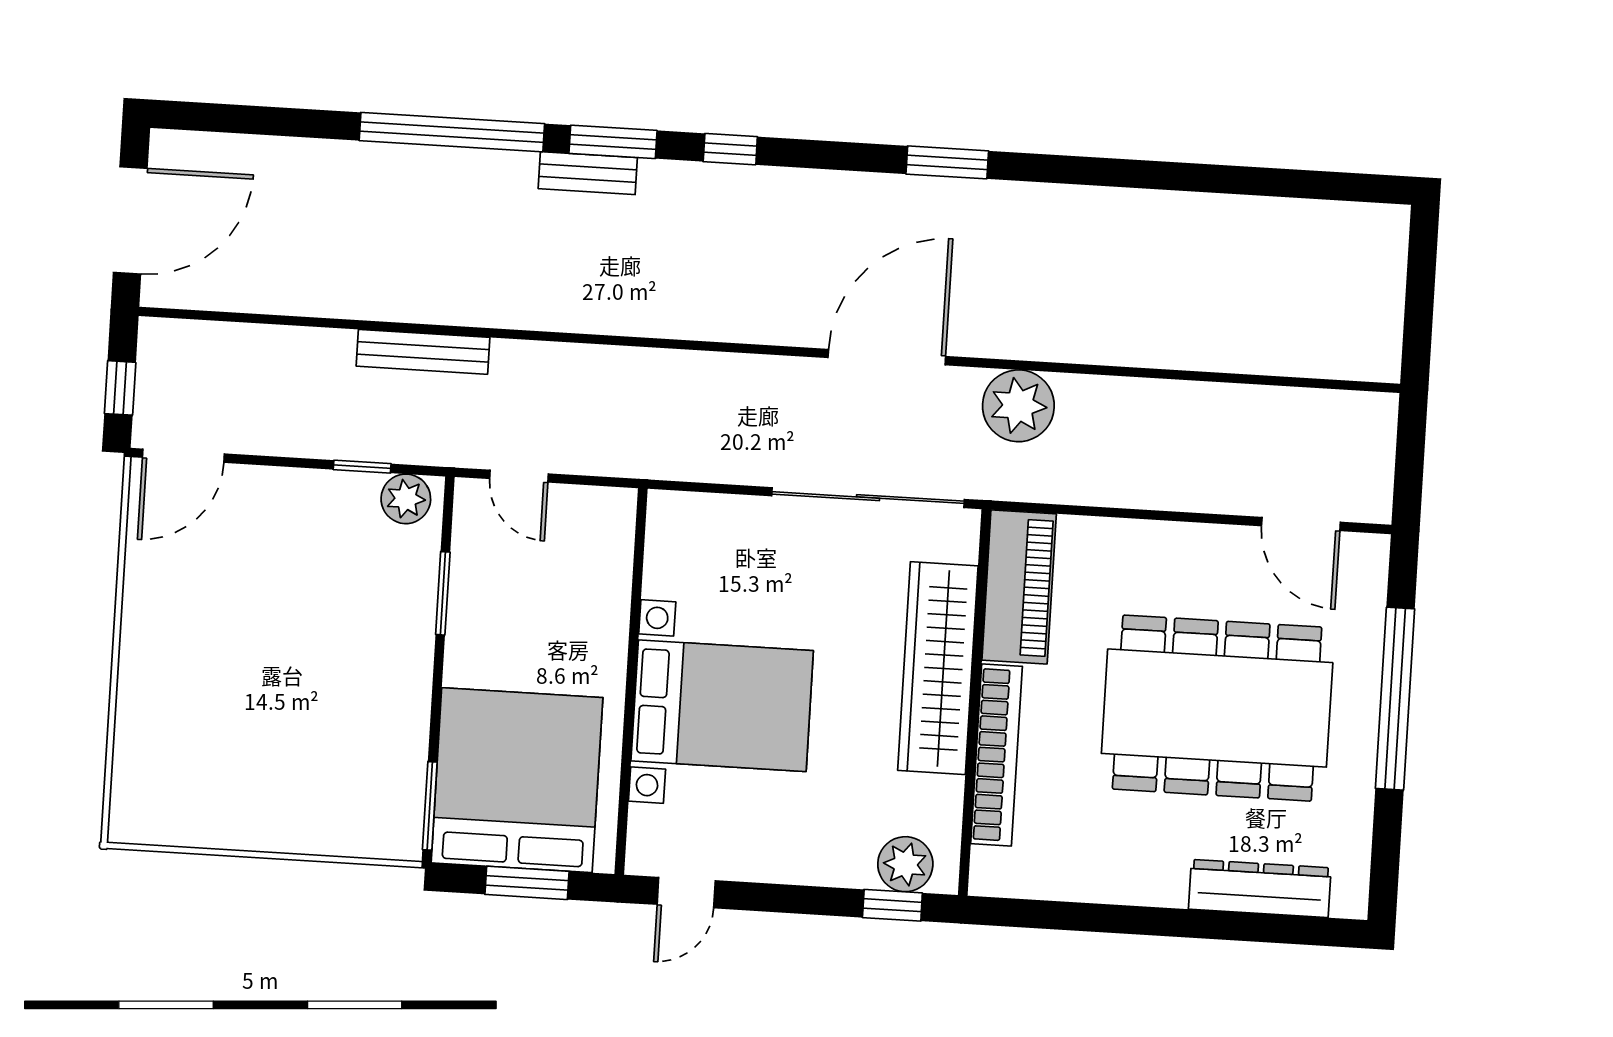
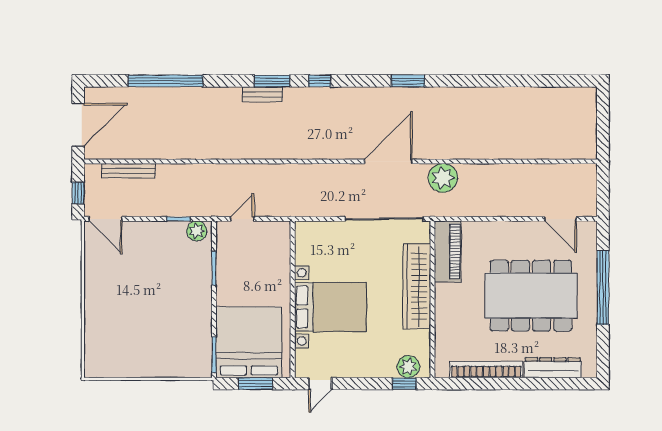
window: (452, 132) -> (165, 81), moved
bench: (423, 352) -> (128, 171), moved
door: (183, 456) -> (105, 219), hinge flipped
door: (519, 476) -> (242, 219), swing flipped
bookcase: (996, 755) -> (486, 370), moved, turned -90

